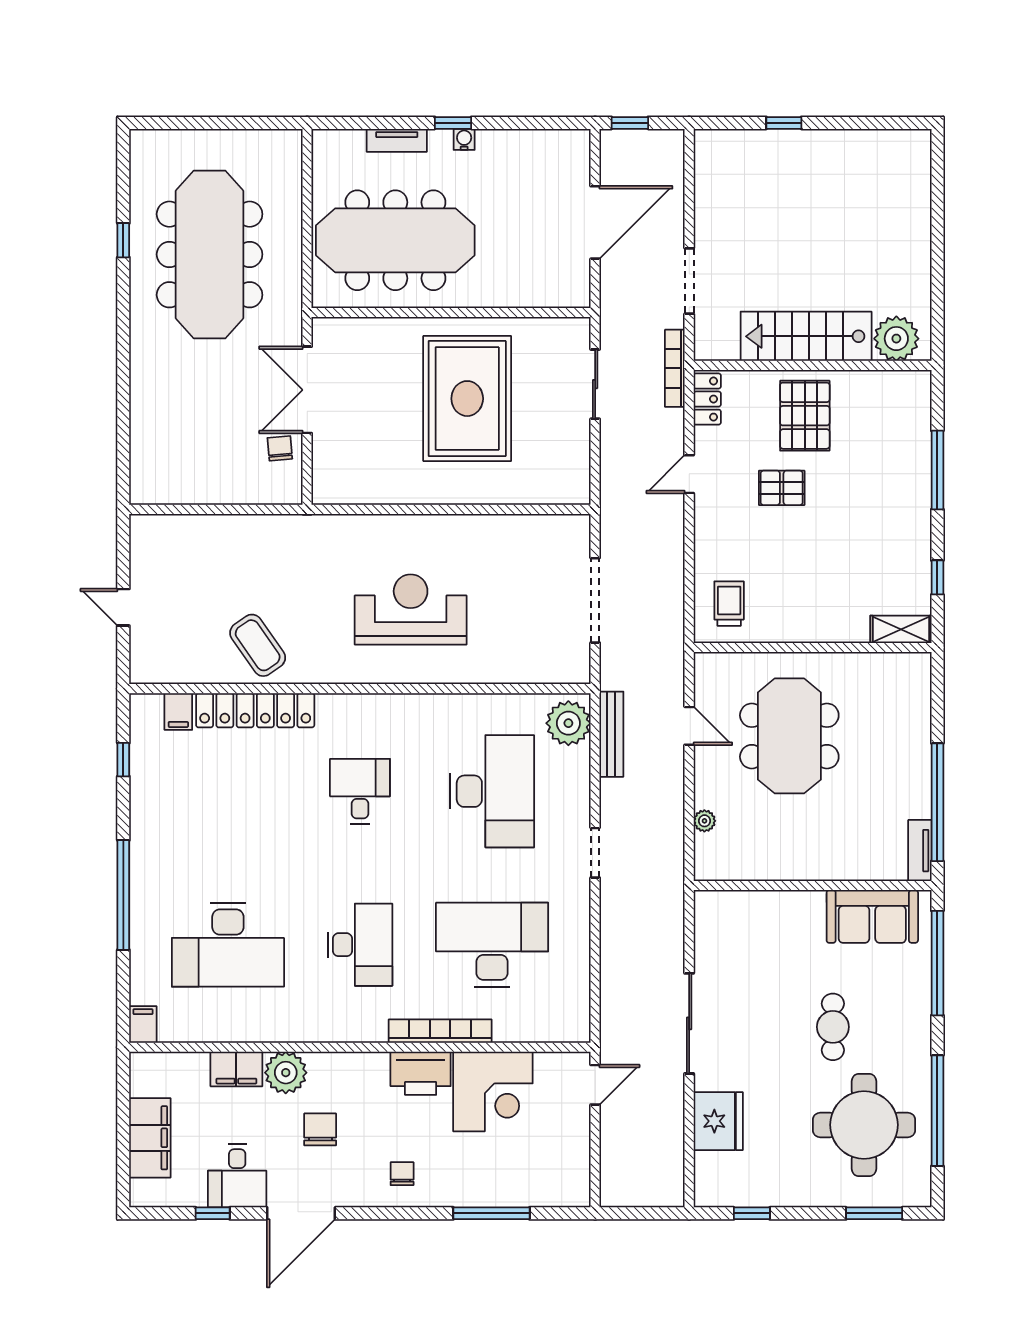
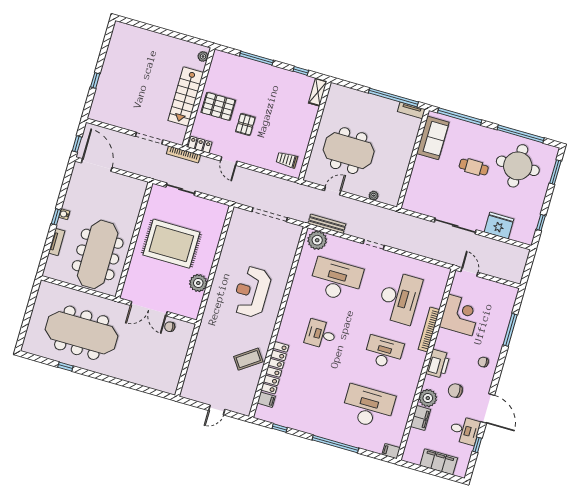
door: (595, 222) -> (97, 165), moved
plant: (896, 339) -> (203, 56), width x0.53, depth x0.53
plant: (396, 484) -> (198, 283), added
desk: (228, 945) -> (368, 407), turned -90
desk: (492, 945) -> (399, 298), turned 180
printer: (421, 1073) -> (438, 364), moved

